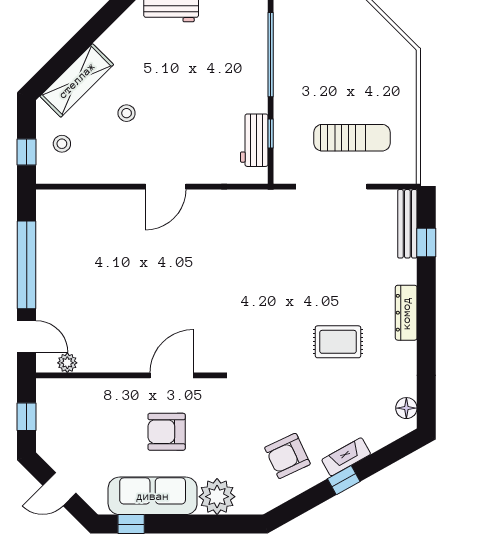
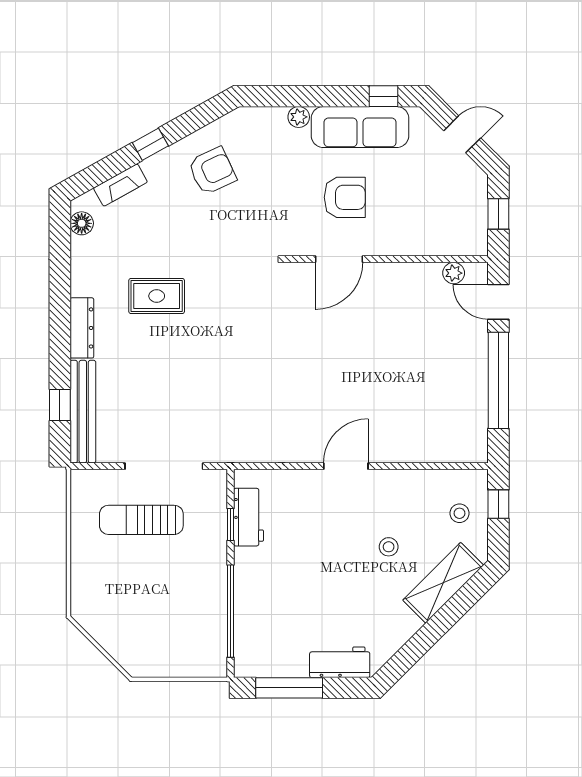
bench: (407, 224) -> (83, 412), width x1.37, depth x1.21
fireplace: (346, 457) -> (120, 185), moved
plant: (217, 497) -> (299, 117), width x0.53, depth x0.53

